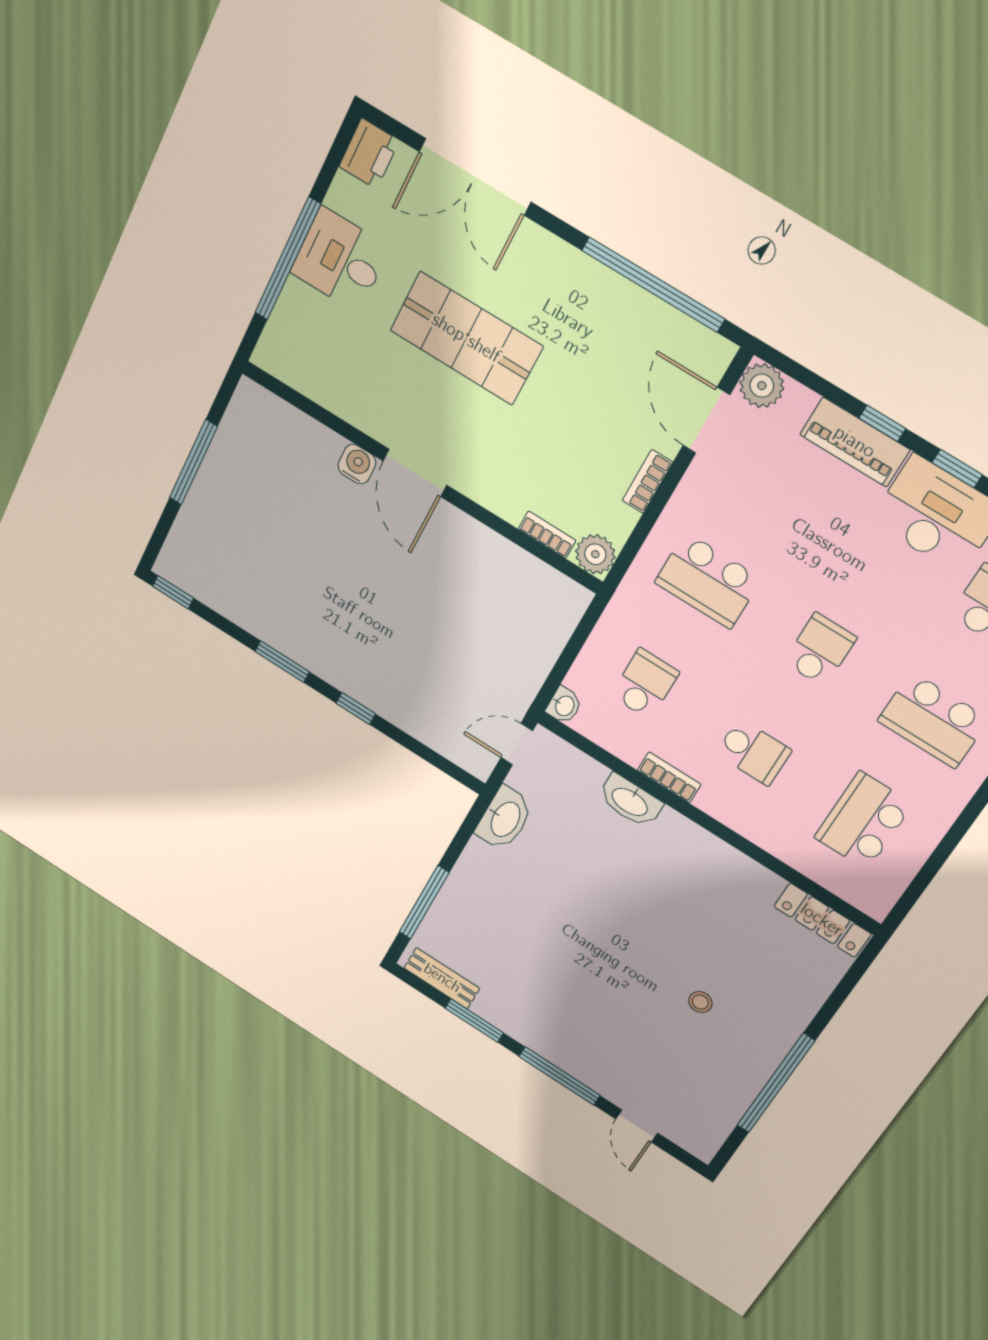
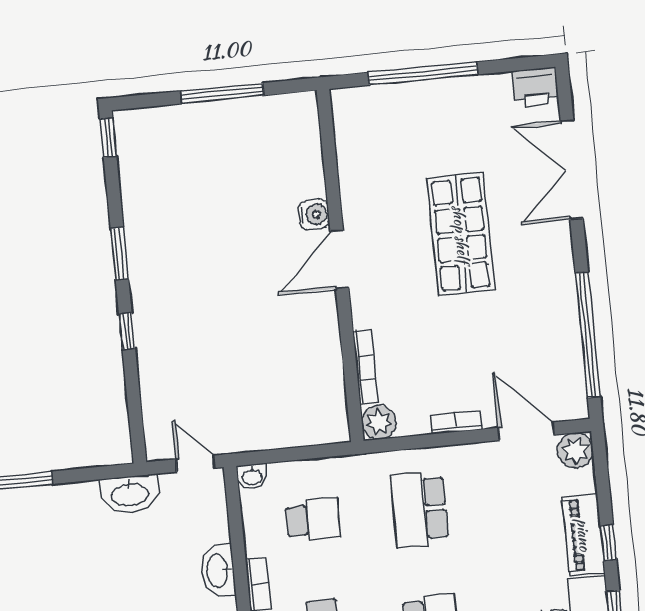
desk: (340, 260) -> (449, 112), removed
door: (706, 420) -> (526, 431), hinge flipped
bookcase: (547, 535) -> (366, 367), width x1.56

